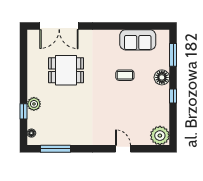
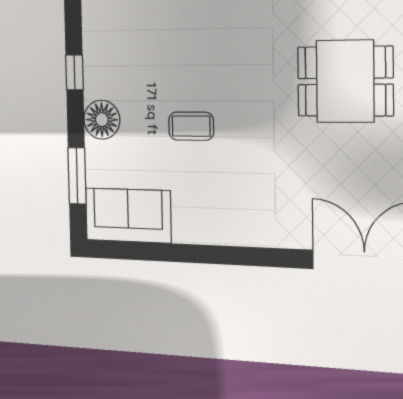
sofa: (138, 40) -> (128, 215), moved
dining table: (66, 70) -> (345, 81), moved

